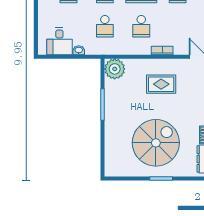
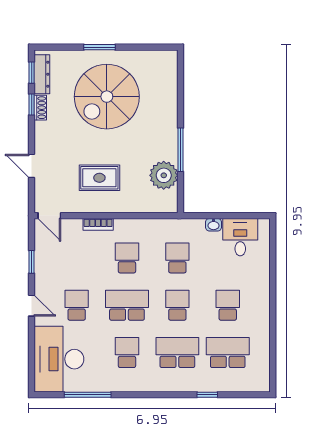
plant: (115, 69) -> (164, 175), moved

